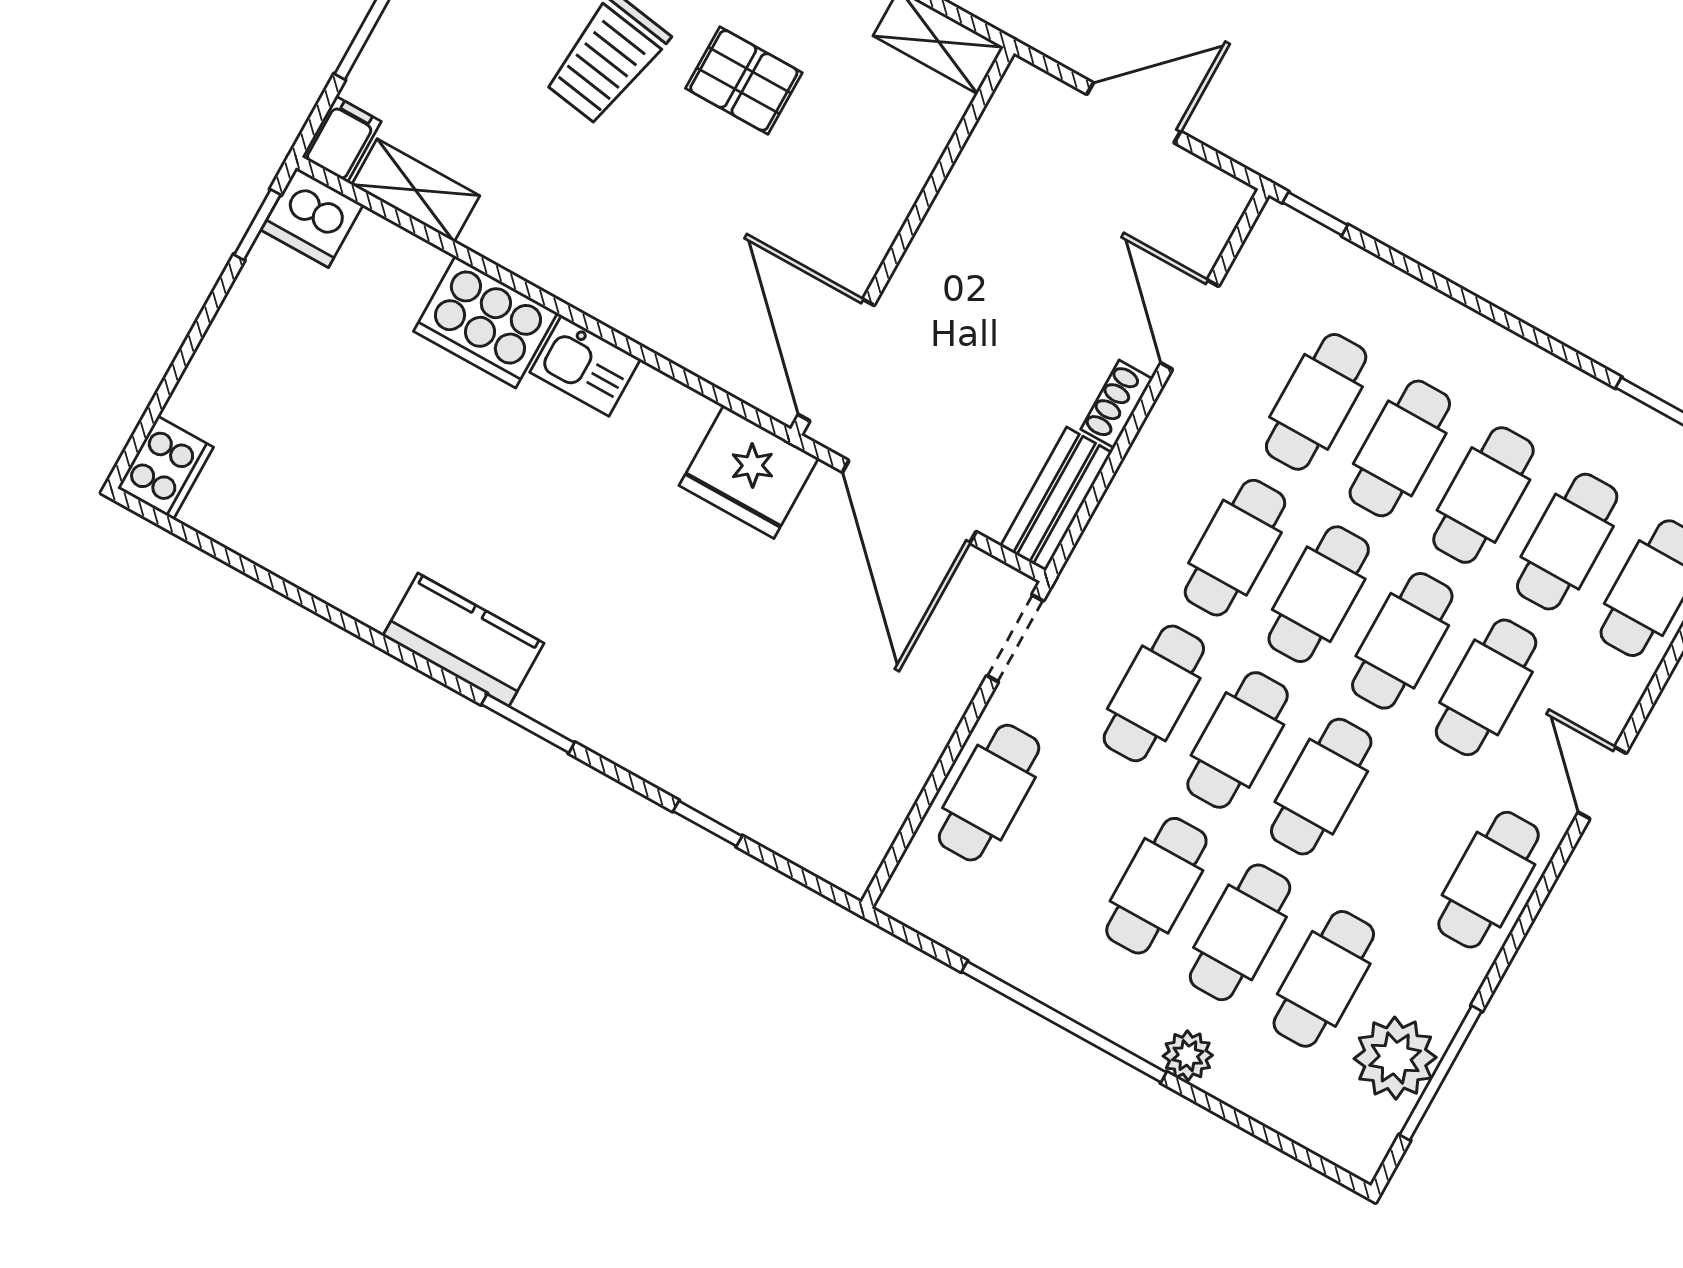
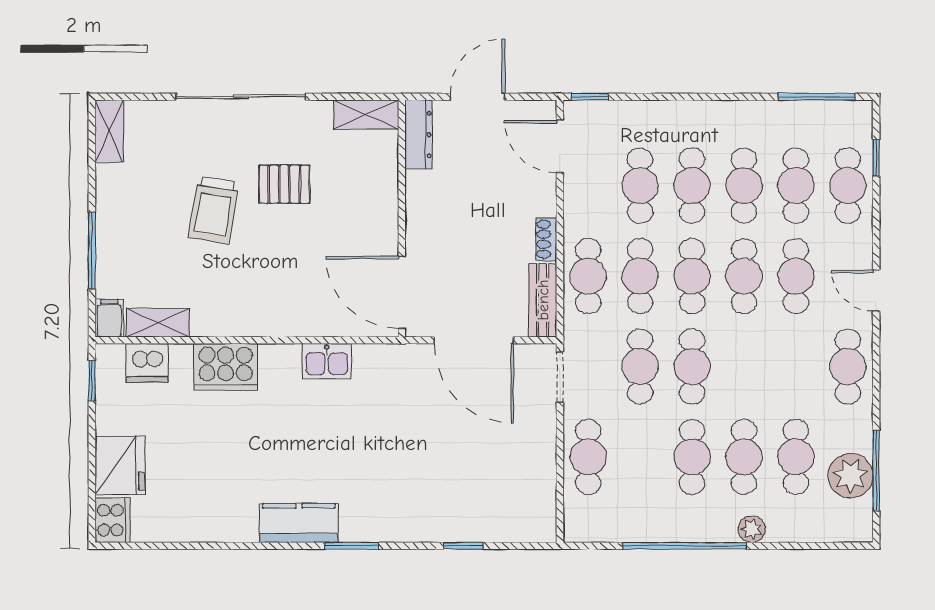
dresser: (1005, 121) -> (418, 135), added
dishwasher: (312, 217) -> (147, 363), moved
door: (1190, 325) -> (560, 147), moved
kitchen sink: (585, 366) -> (327, 361), moved
fridge: (749, 472) -> (120, 466), moved, turned -90
cafe table: (1321, 787) -> (588, 276), moved

